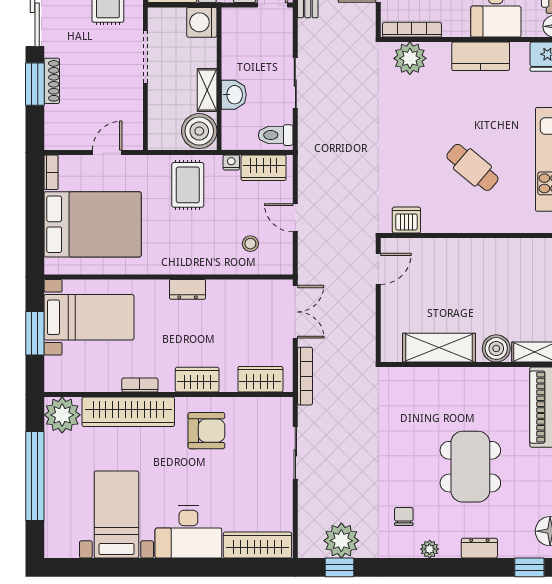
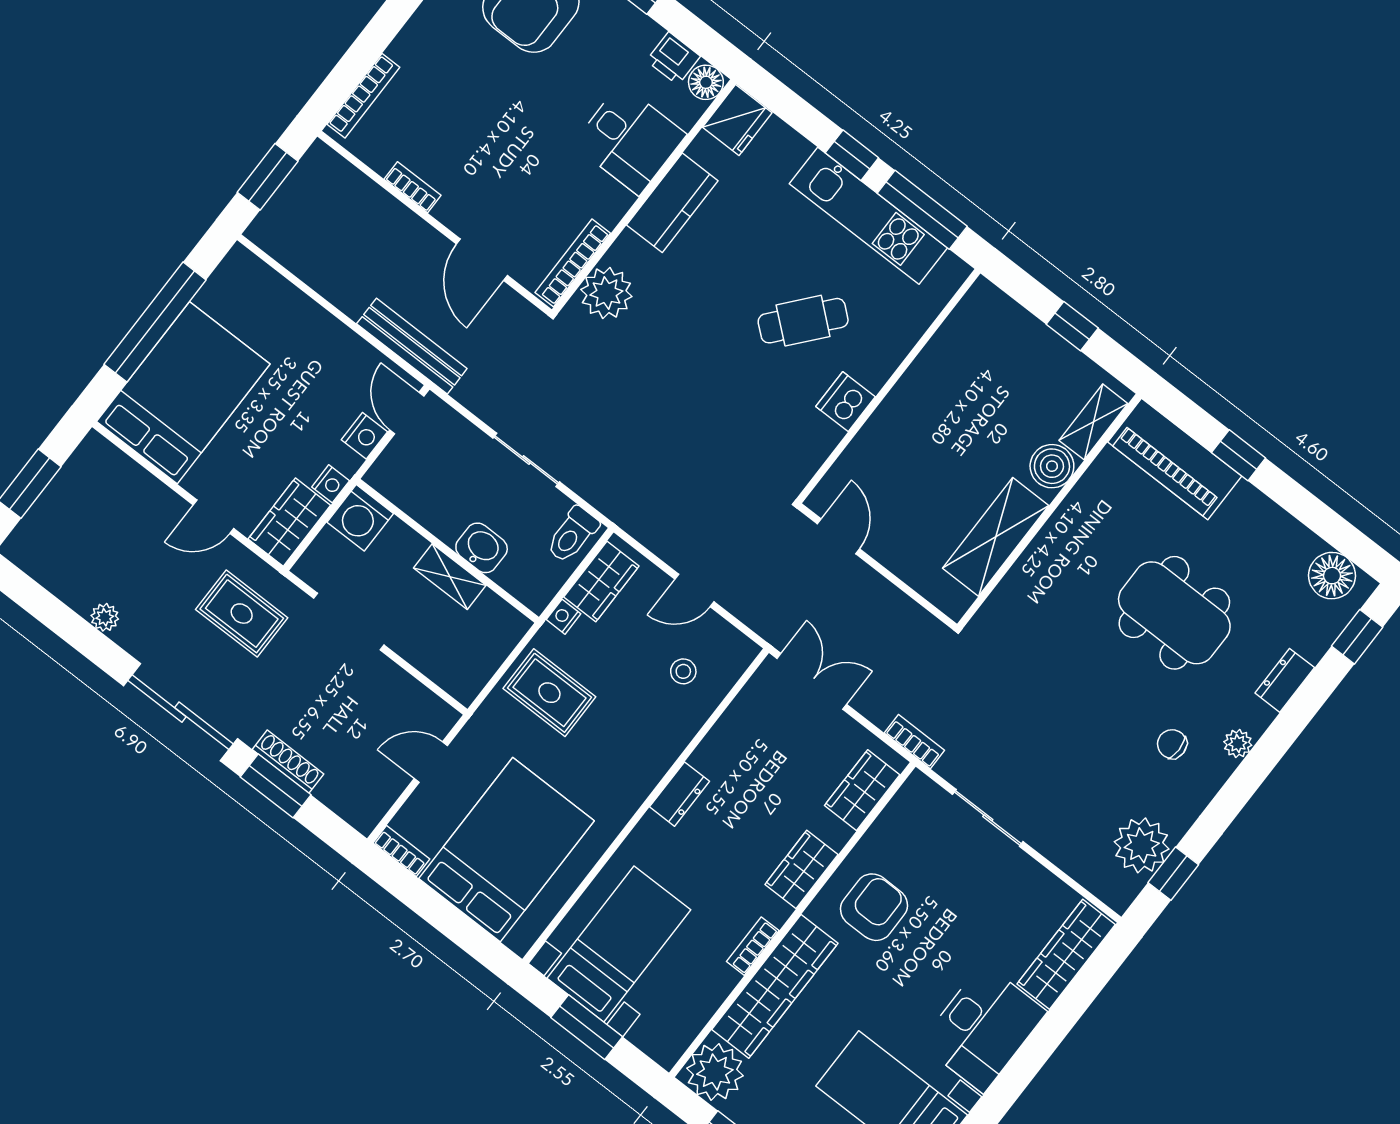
boiler: (199, 131) -> (493, 626), removed
door: (107, 152) -> (431, 762), hinge flipped
dishwasher: (406, 220) -> (845, 402), moved
bookcase: (305, 376) -> (914, 742), width x0.64

